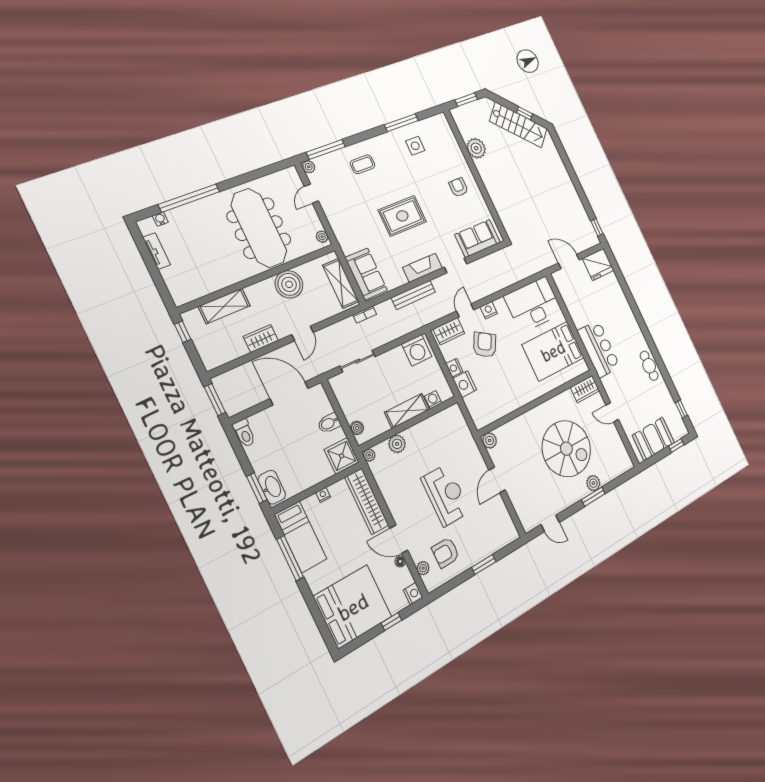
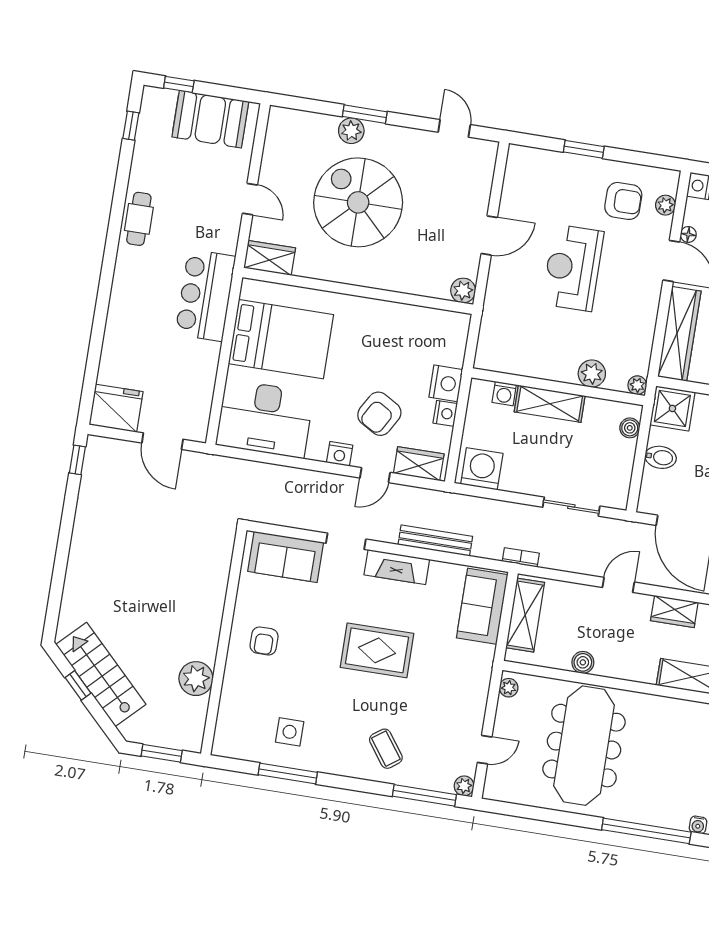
coffee table: (362, 164) -> (386, 749), turned 54
boiler: (289, 284) -> (583, 662), width x0.54, depth x0.54

